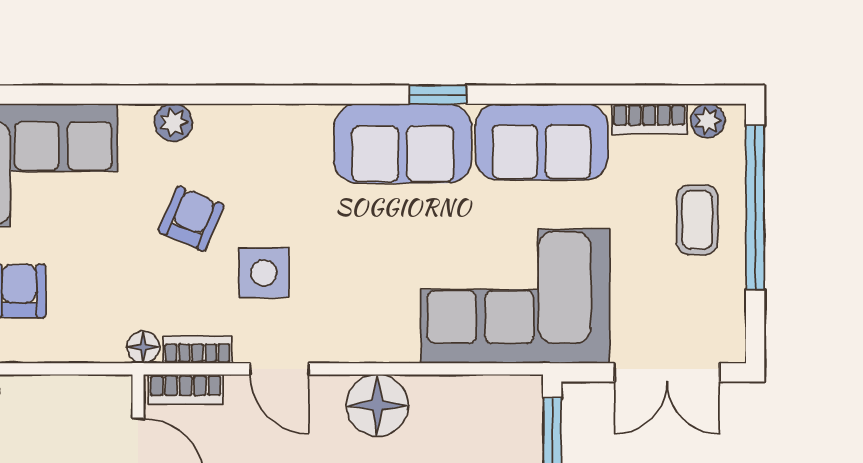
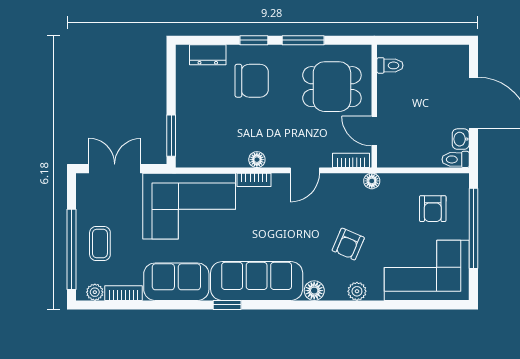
floor lamp: (261, 124) -> (314, 291), added
sofa: (403, 143) -> (257, 281), width x1.36
side table: (264, 273) -> (313, 217), removed
bookcase: (197, 350) -> (254, 180), moved
door: (280, 369) -> (305, 170), swing flipped
floor lamp: (377, 405) -> (257, 160), width x0.53, depth x0.53

